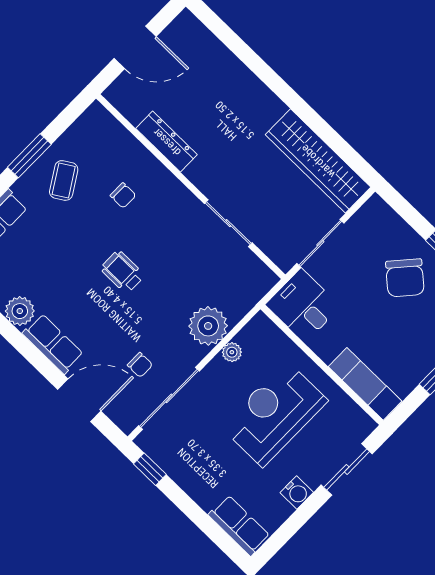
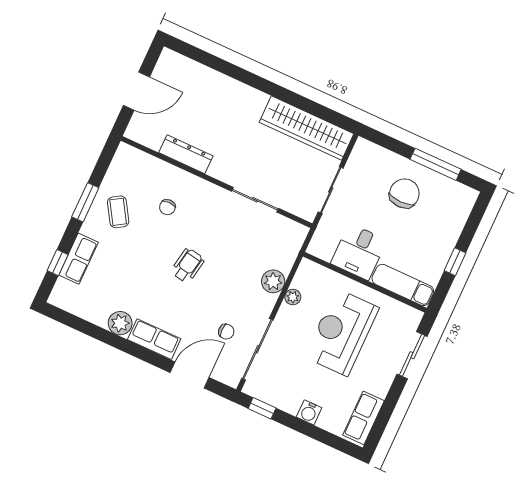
chair: (123, 195) -> (167, 207), turned 90
wheelchair: (122, 272) -> (188, 265), turned 100
chair: (405, 278) -> (404, 193), turned -131
desk: (303, 306) -> (359, 252), moved, turned -90
plant: (208, 326) -> (273, 281), width x0.73, depth x0.73
water cooler: (297, 492) -> (309, 412), moved, turned 90
row of seats: (239, 525) -> (363, 418), moved, turned -90

